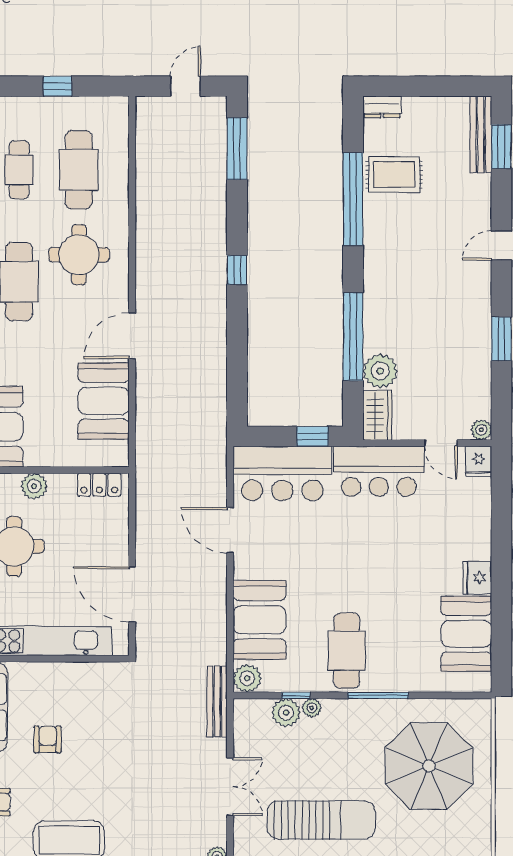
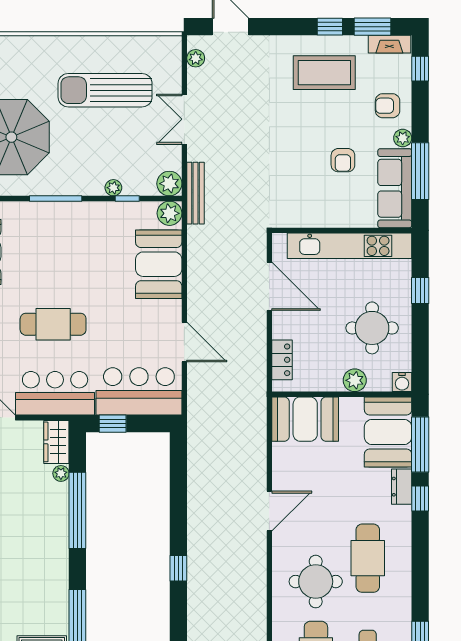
plant: (380, 371) -> (61, 473), width x0.53, depth x0.53
booth: (104, 401) -> (305, 419), moved, turned 90
locker: (99, 485) -> (282, 360), moved, turned 90
cafe table: (347, 651) -> (53, 324), moved, turned 90
plant: (286, 713) -> (169, 184), moved

